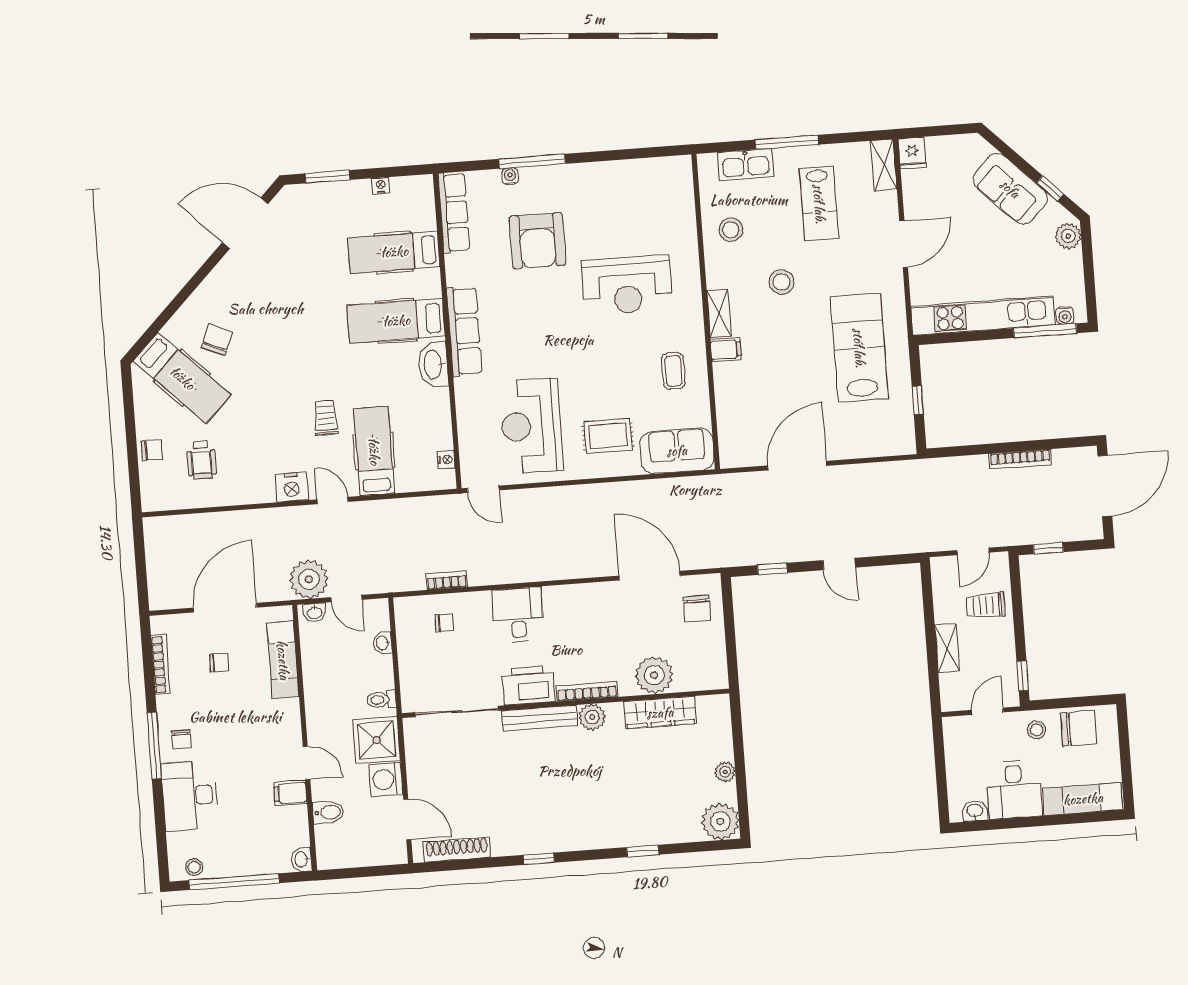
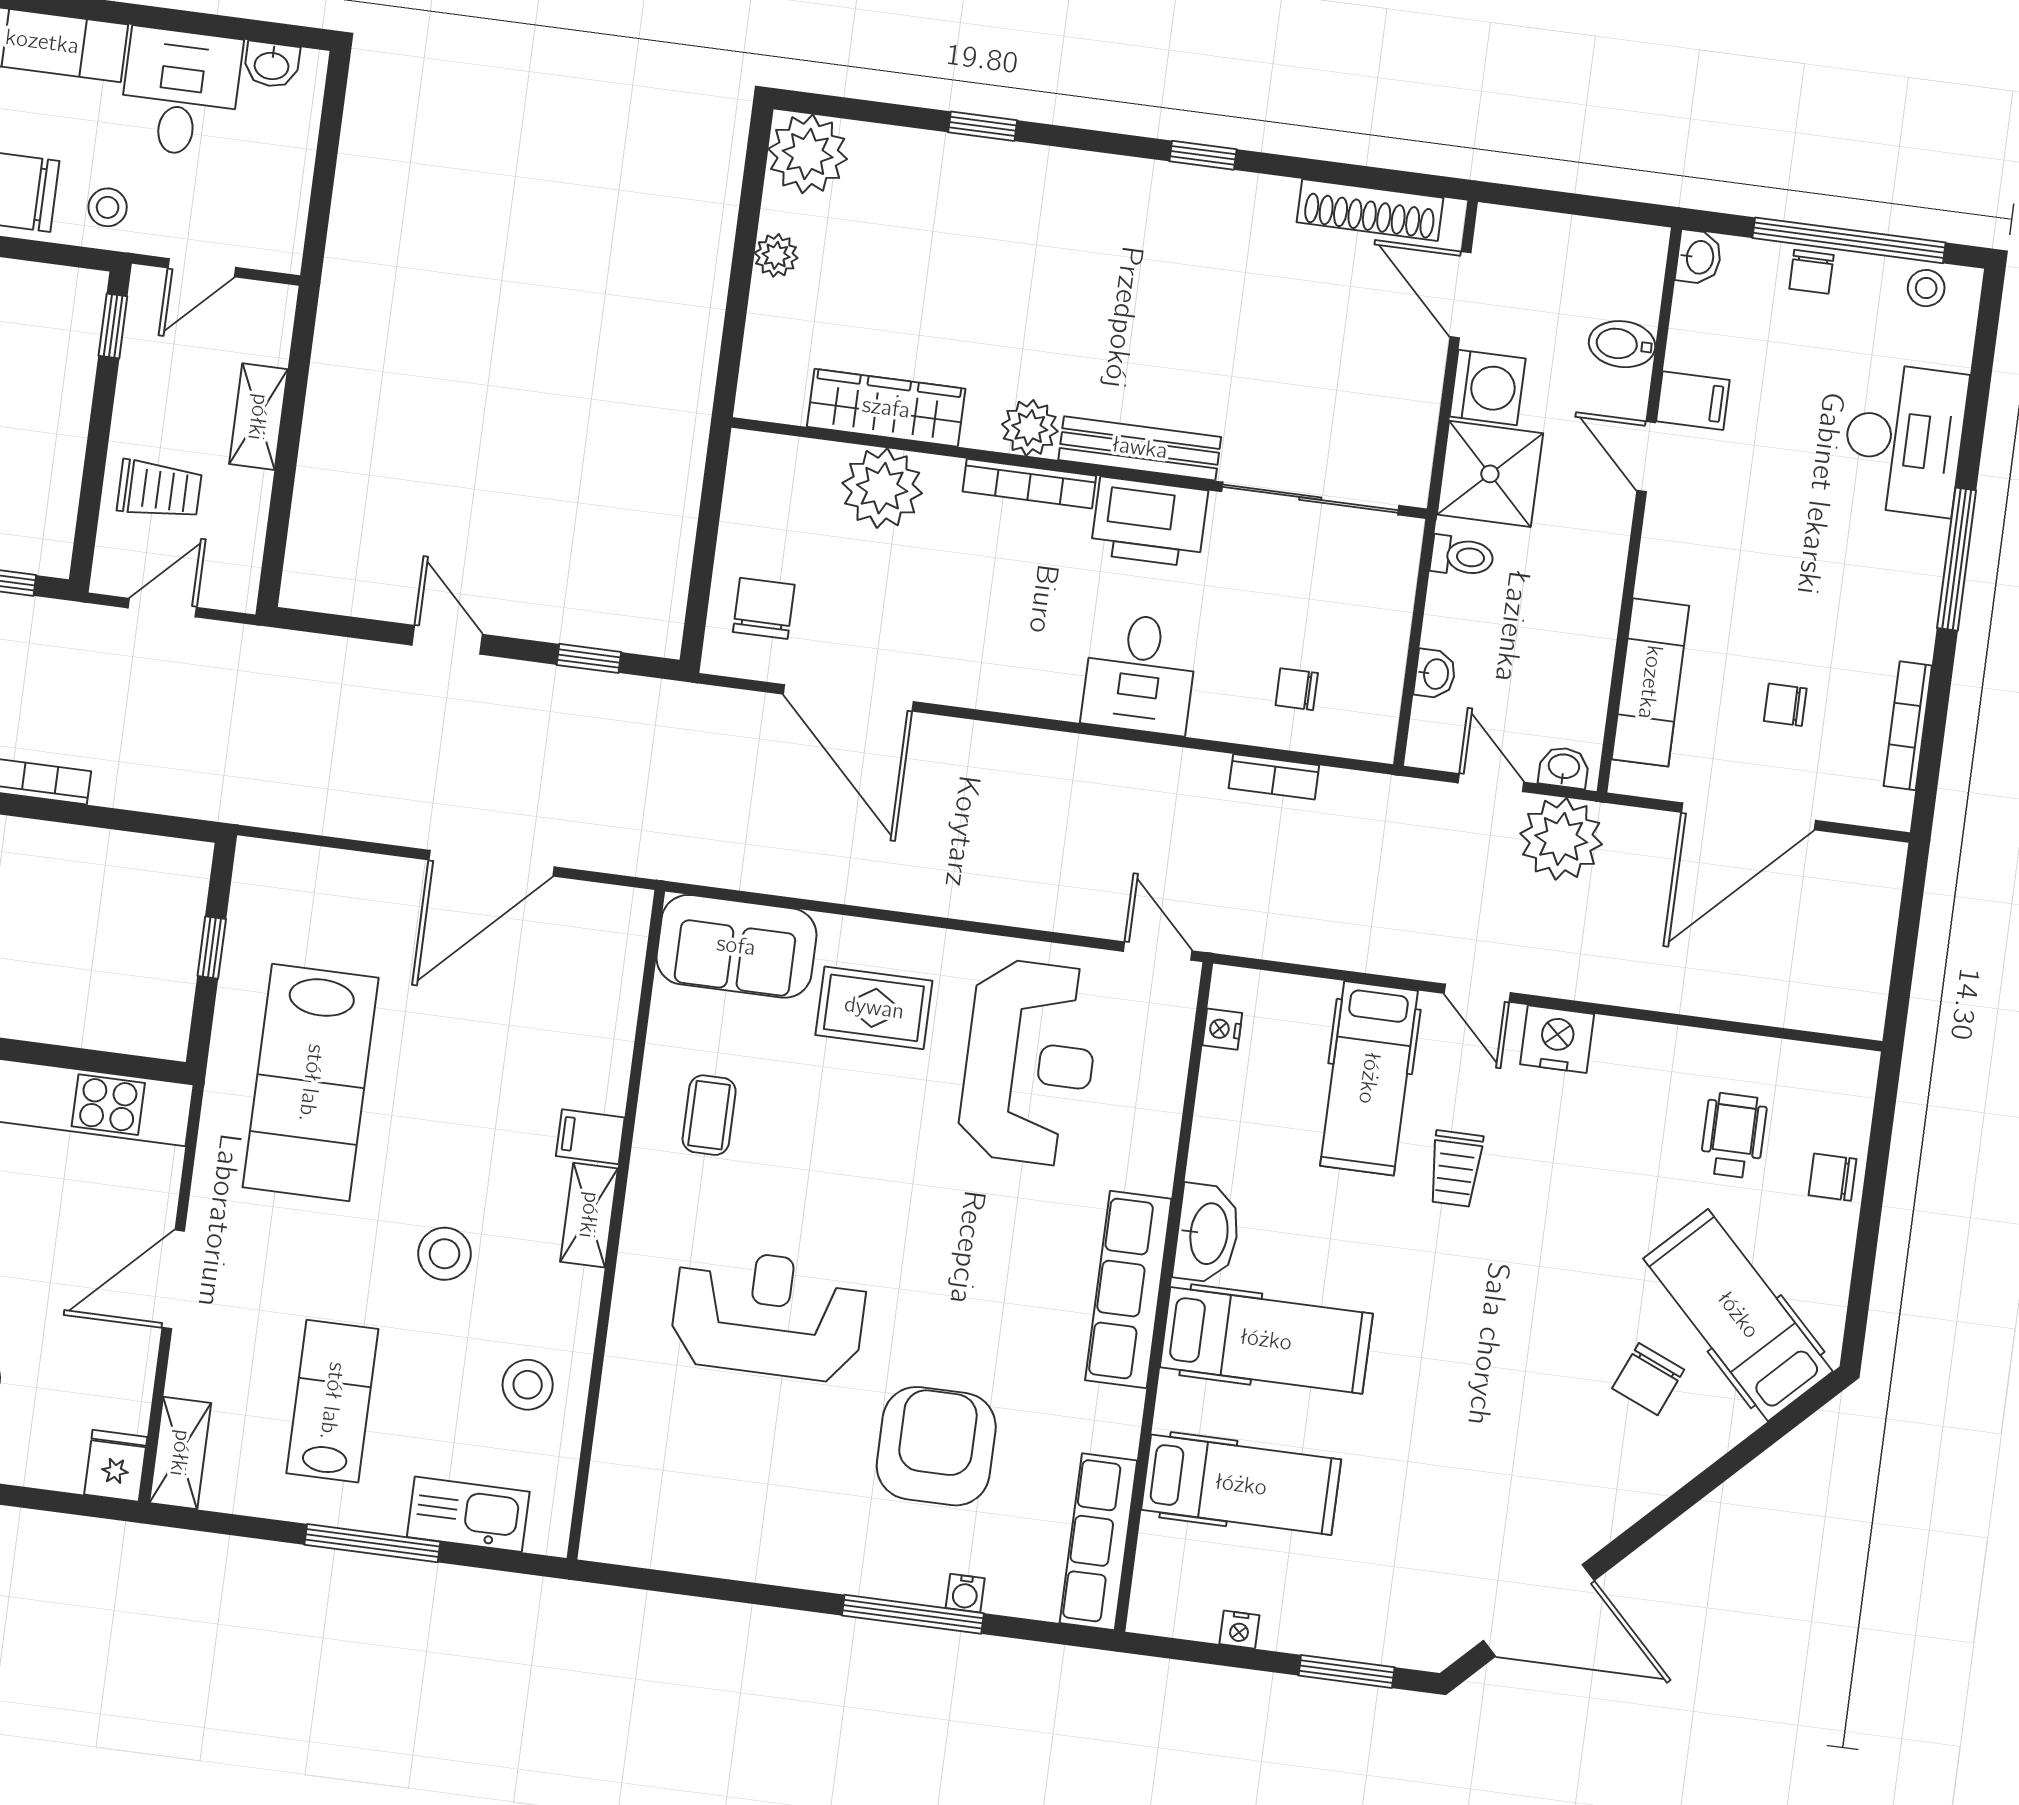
chair: (181, 739) -> (1811, 272), moved, turned 180

